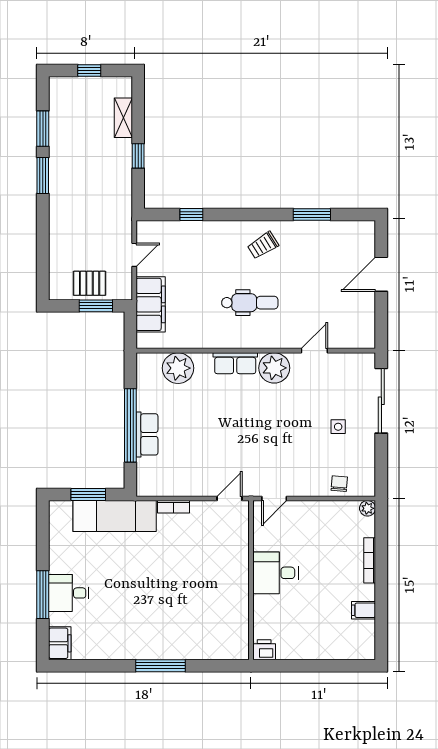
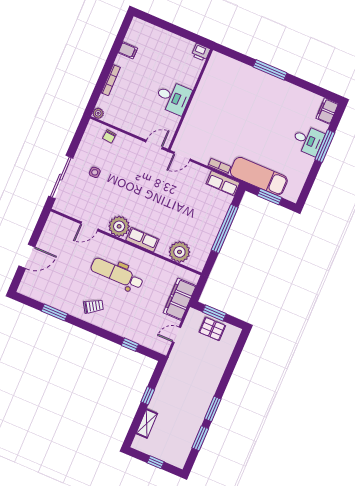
dental chair: (250, 303) -> (117, 274), width x1.36, depth x1.38
row of seats: (147, 434) -> (223, 183), moved, turned -90

